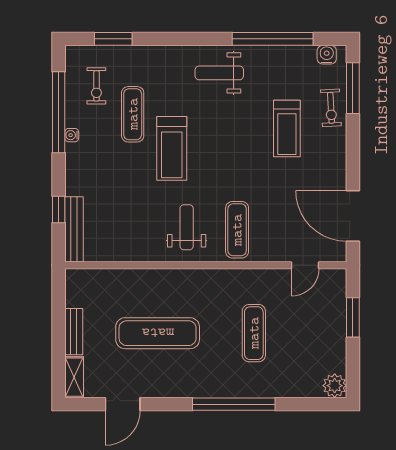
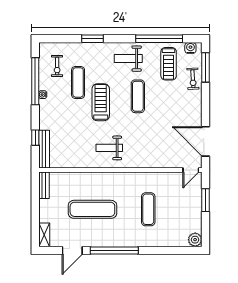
window: (113, 39) -> (93, 39), moved
treadmill: (287, 128) -> (169, 64), moved
treadmill: (172, 148) -> (101, 102), turned 180
weight bench: (187, 227) -> (109, 148), turned -90
exercise mat: (237, 230) -> (138, 96), moved
door: (305, 265) -> (191, 170), moved
bench: (74, 332) -> (44, 185), moved
window: (234, 404) -> (114, 250), moved

